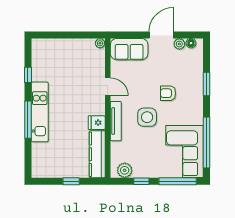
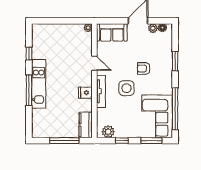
kitchen counter: (97, 154) -> (86, 125), width x0.67
window: (71, 181) -> (64, 141), width x2.17
window: (178, 181) -> (152, 141), width x0.69

